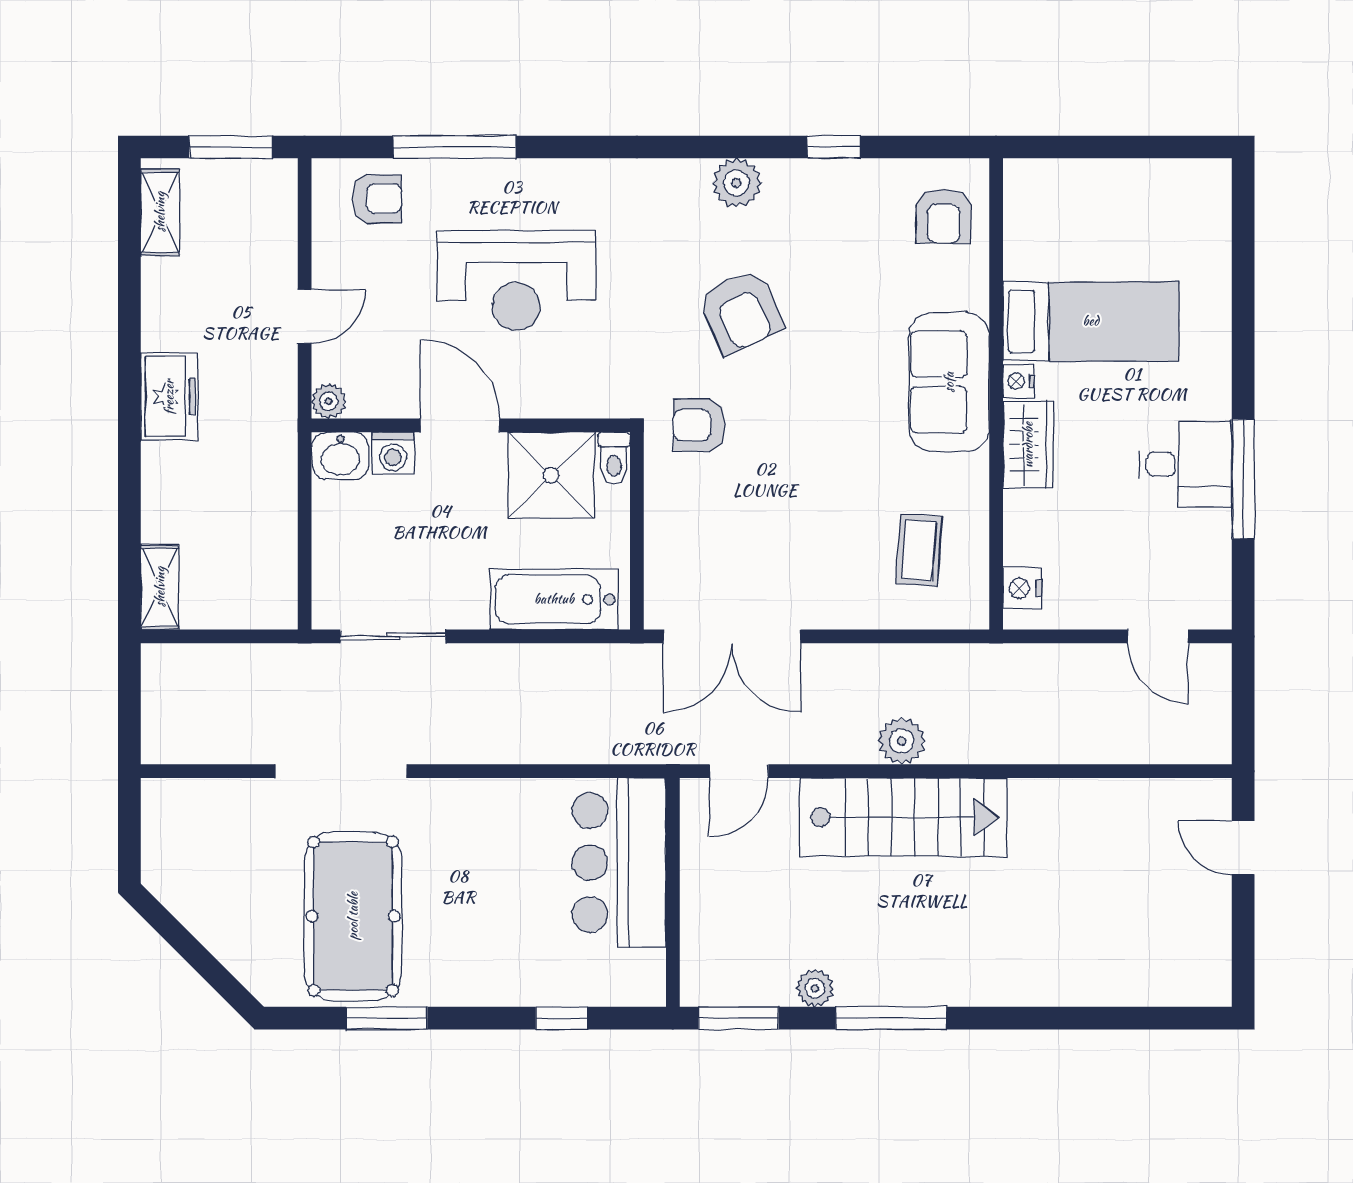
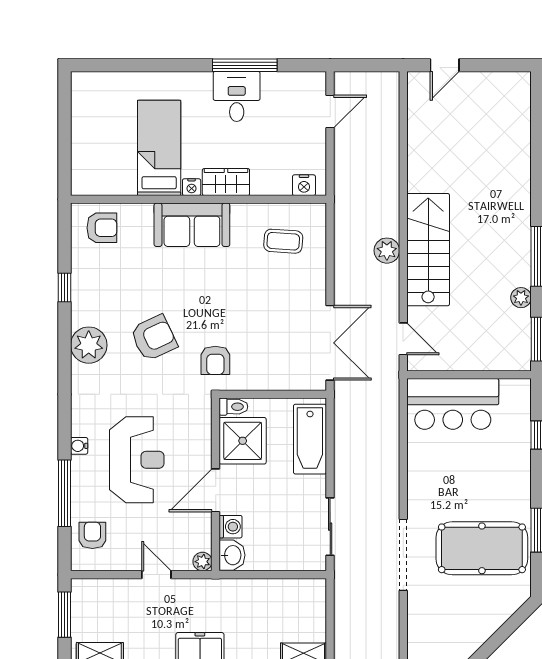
water cooler: (542, 174) -> (79, 446), added
plant: (736, 183) -> (89, 345), width x1.36, depth x1.36

